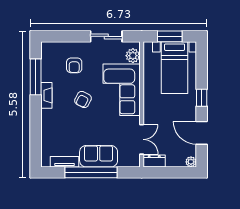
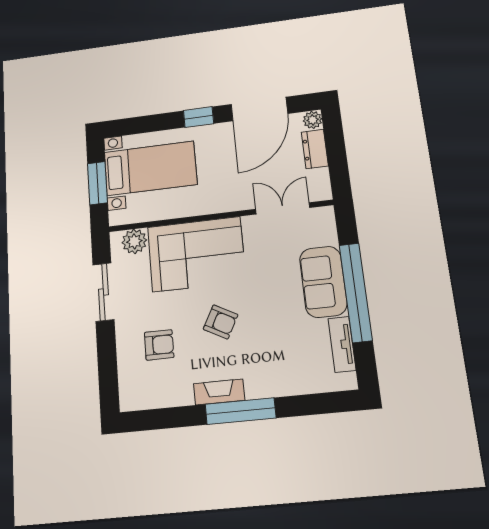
window: (36, 77) -> (240, 411), moved
door: (202, 133) -> (259, 109), width x1.36
dresser: (154, 161) -> (315, 149), moved

